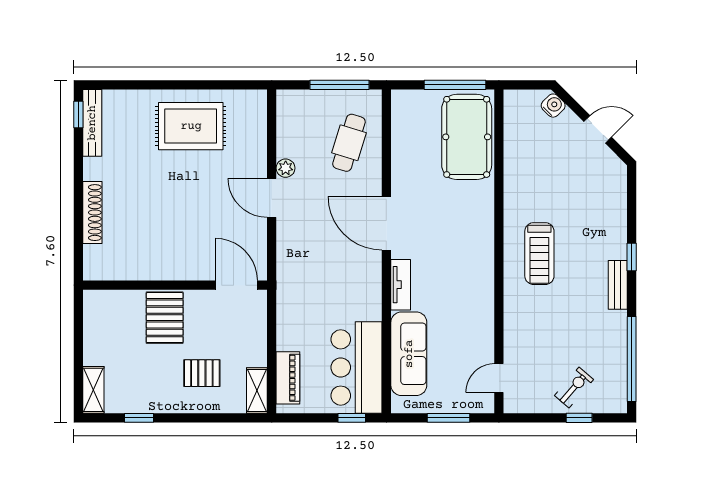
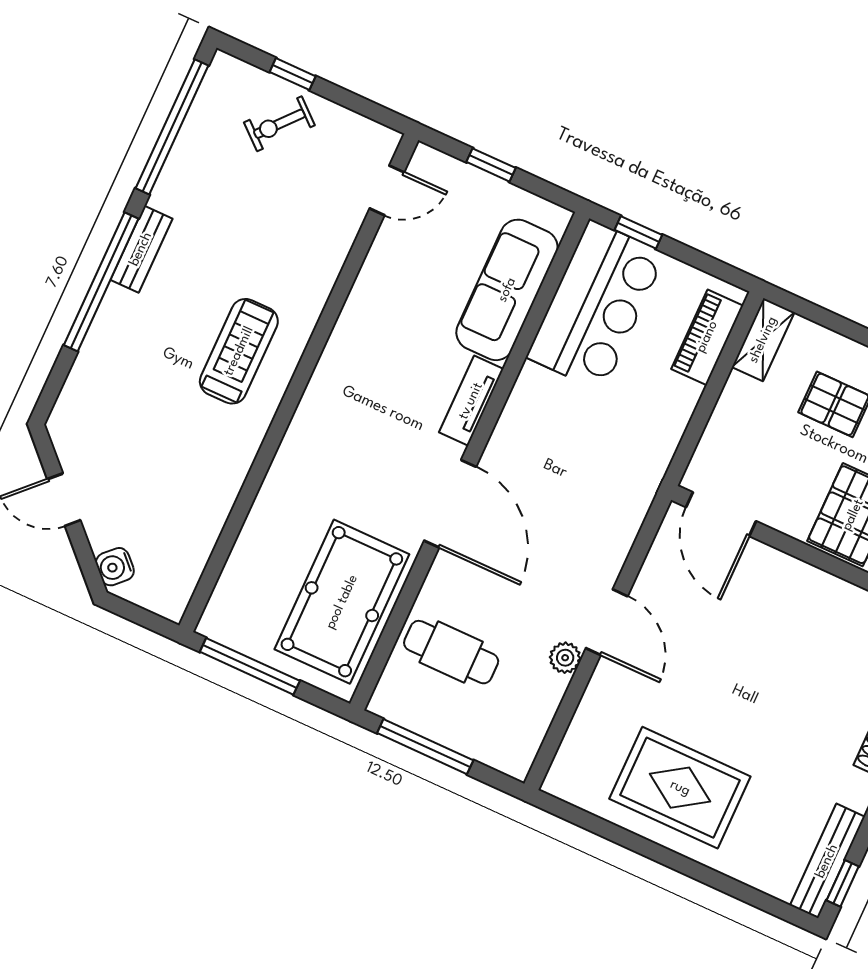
pool table: (467, 137) -> (342, 602), moved
cafe table: (349, 143) -> (451, 652), turned 73
window: (632, 257) -> (101, 282), width x3.17
window: (449, 418) -> (491, 165), width x0.67

